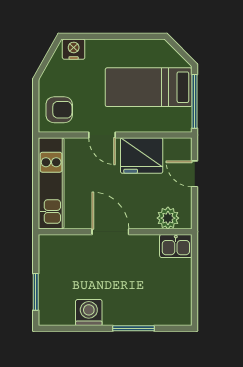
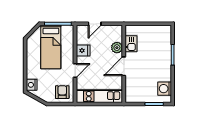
fridge: (142, 156) -> (83, 51), width x0.53, depth x0.75
plant: (168, 218) -> (117, 48), moved
kitchen sink: (176, 246) -> (131, 44), moved
washing machine: (89, 313) -> (165, 89), moved

